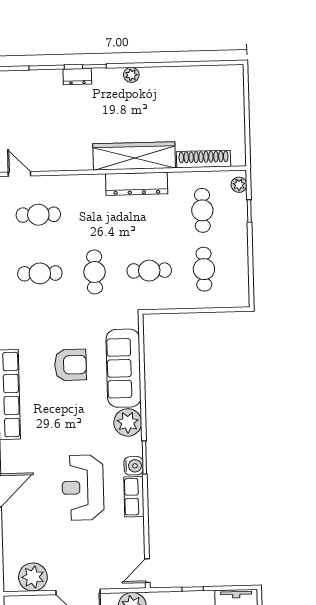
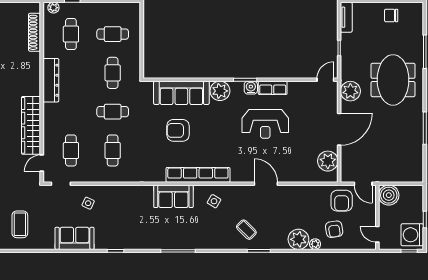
wardrobe: (134, 156) -> (31, 125), moved
cafe table: (202, 210) -> (71, 34), turned 90
armchair: (71, 365) -> (178, 130), turned -90
door: (147, 571) -> (325, 80), swing flipped

